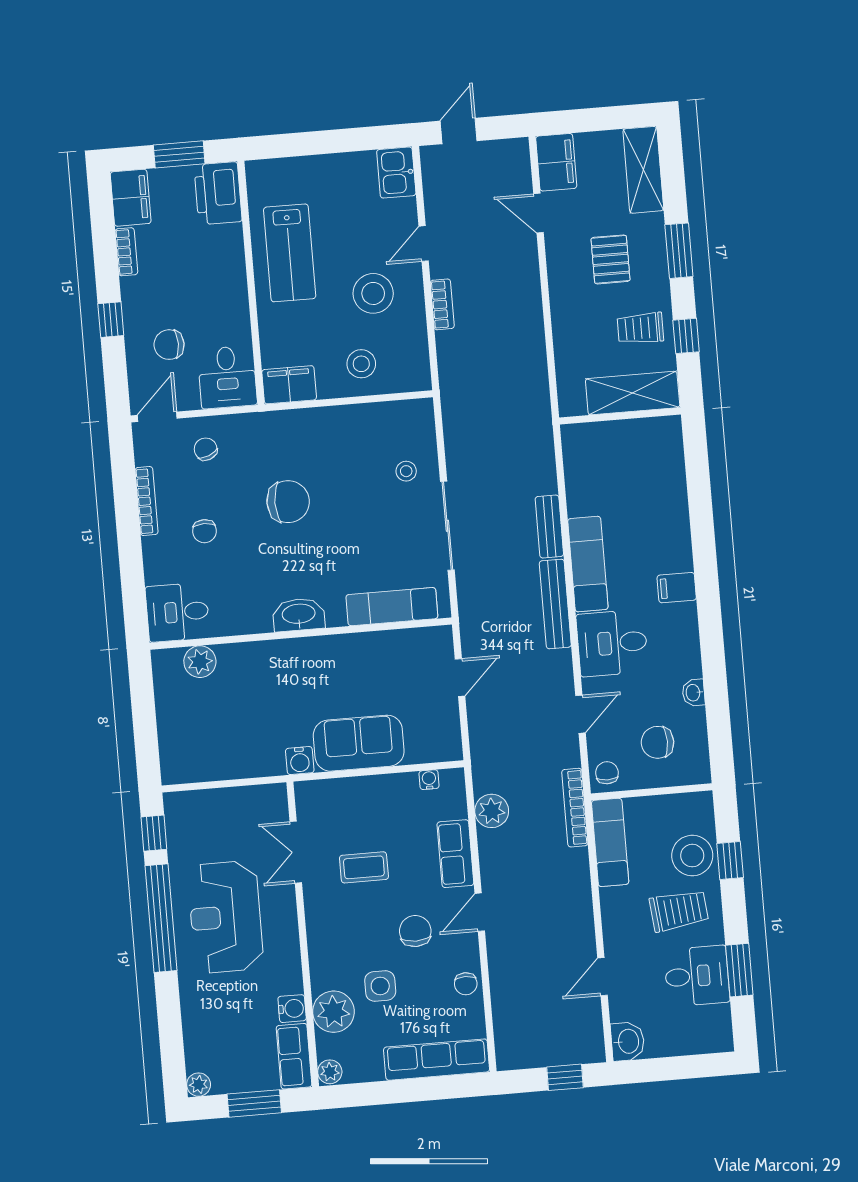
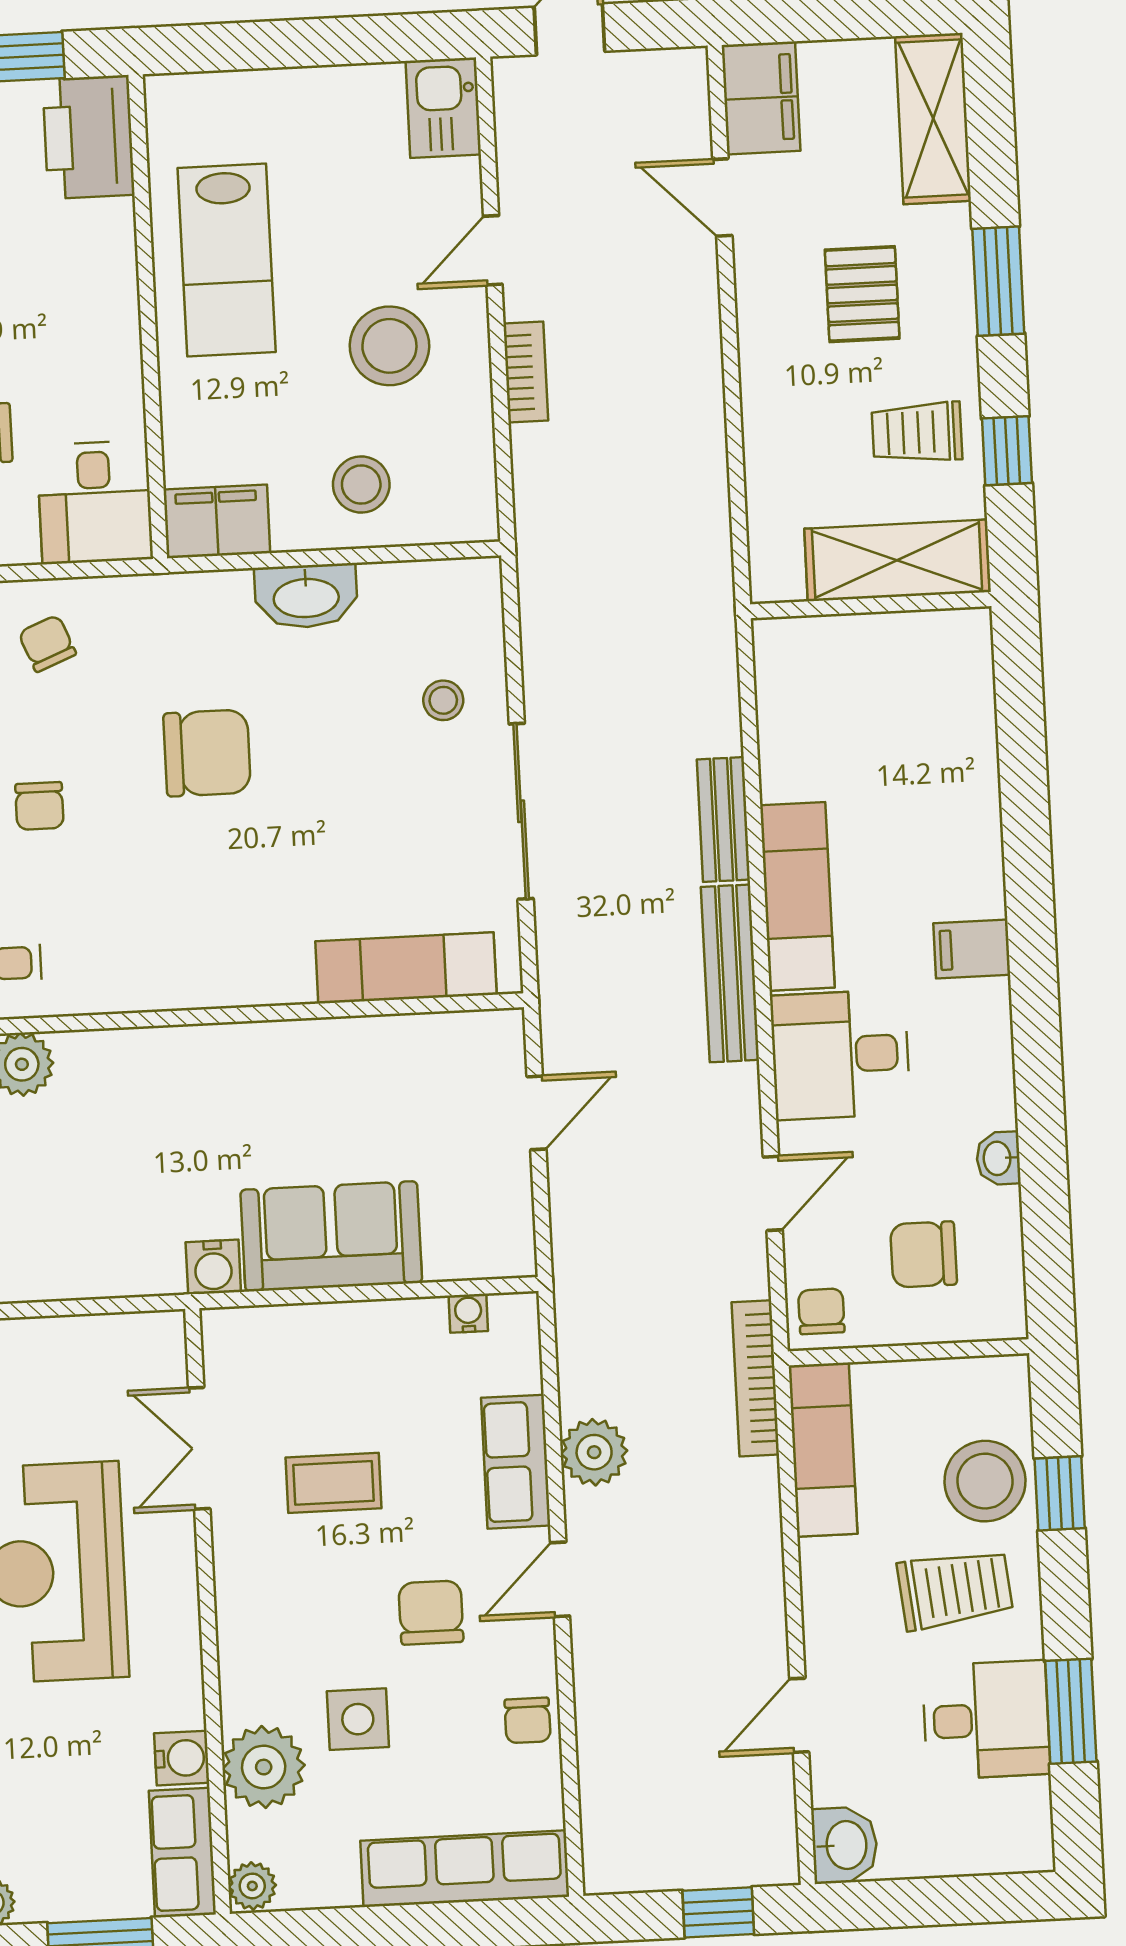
washbasin: (299, 615) -> (306, 596), moved, turned 180
plant: (492, 811) -> (594, 1452), moved

